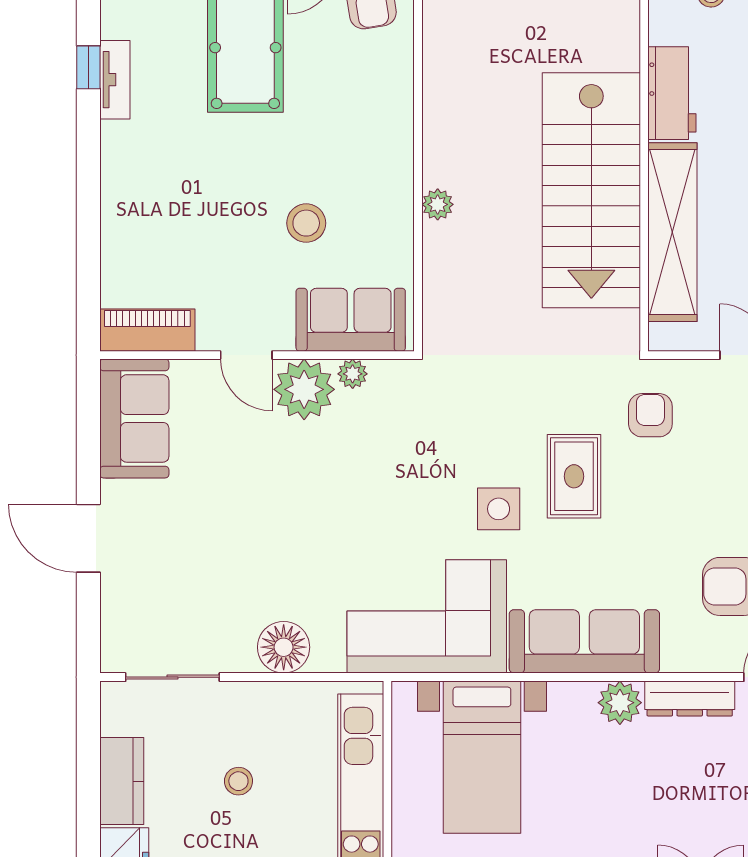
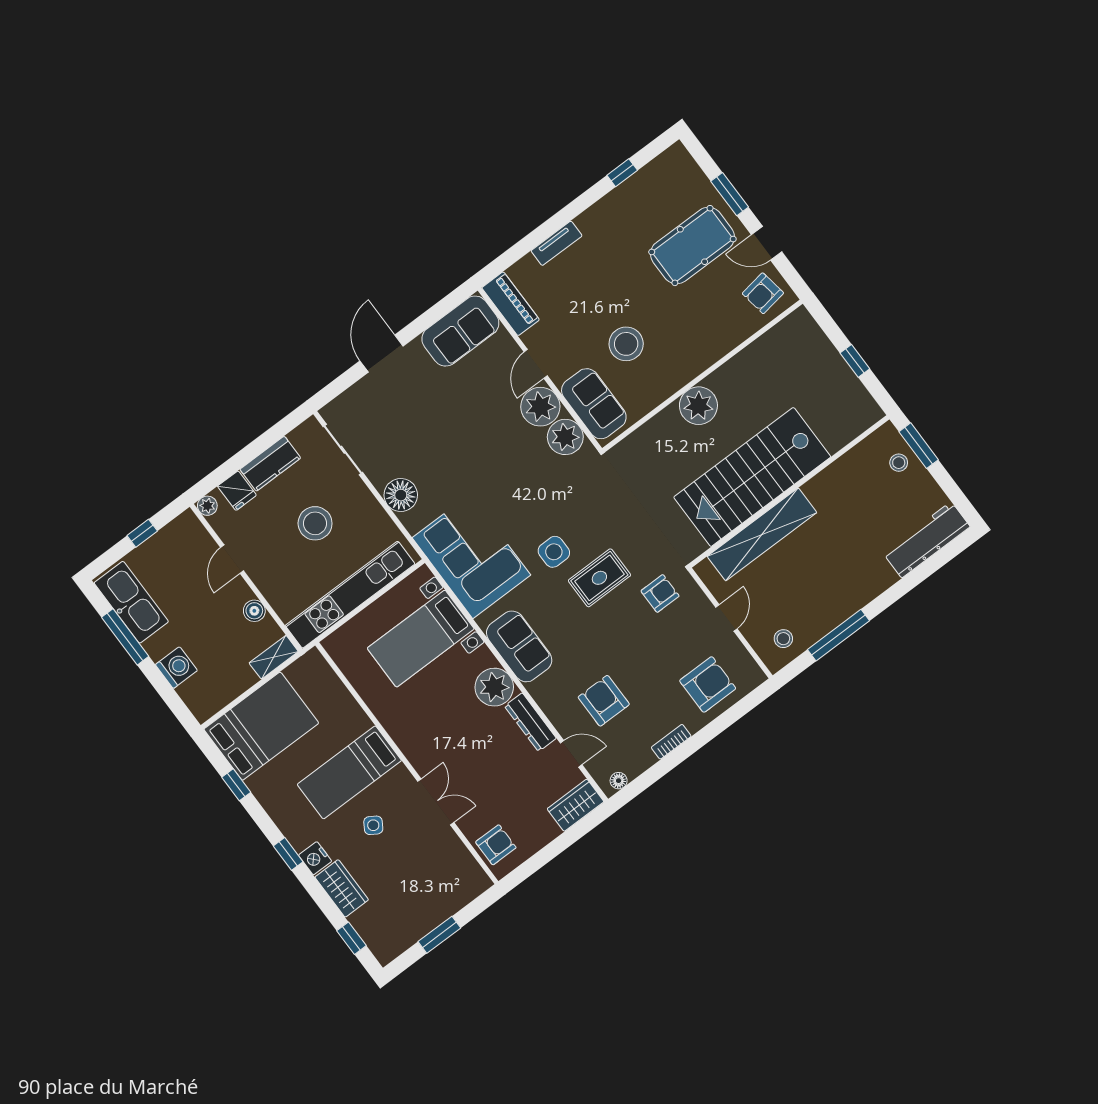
tv unit: (115, 80) -> (557, 243), moved
workbench: (672, 93) -> (833, 481), removed
plant: (438, 204) -> (698, 406), width x1.87, depth x1.87
stool: (306, 223) -> (626, 344), width x1.38, depth x1.38
plant: (353, 374) -> (565, 437), width x1.88, depth x1.88
sofa: (584, 641) -> (519, 646), width x0.73
plant: (620, 703) -> (494, 687), width x1.36, depth x1.36
stool: (238, 781) -> (315, 523), width x1.89, depth x1.89

